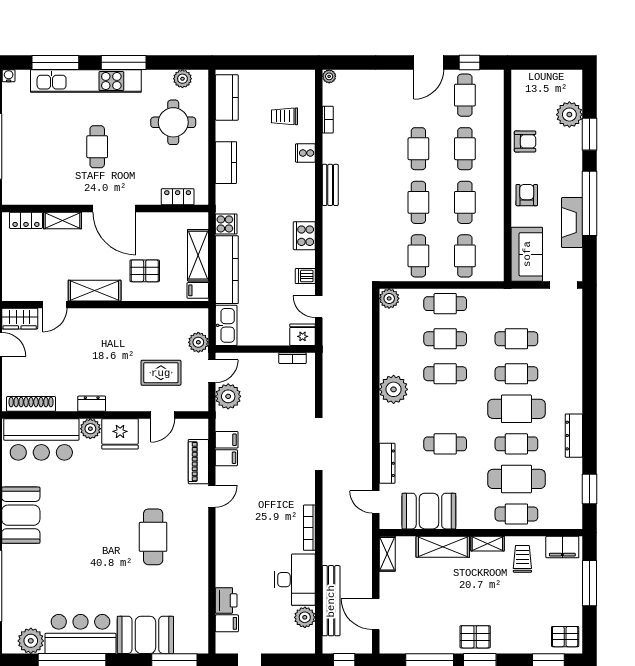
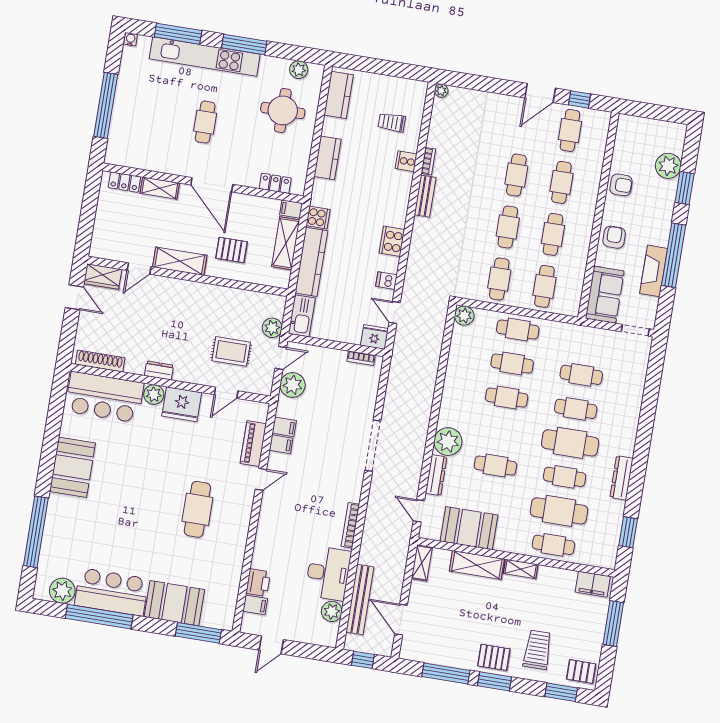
bookcase: (328, 120) -> (428, 161), moved
filing cabinet: (198, 290) -> (291, 209), moved
plant: (394, 389) -> (448, 442), moved
trolley: (522, 559) -> (537, 650), moved, width x1.36, depth x1.39

